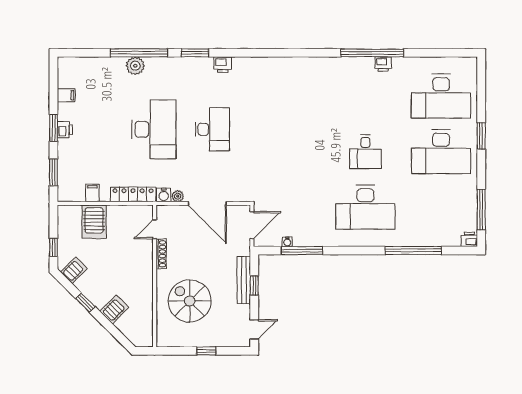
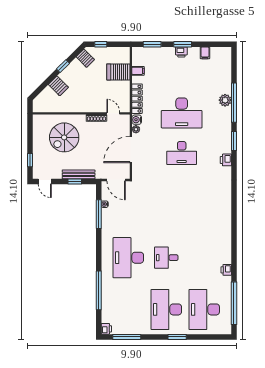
window: (372, 53) -> (234, 303), moved
spiral stairs: (190, 301) -> (64, 137), turned 180
window: (206, 351) -> (30, 160), moved

